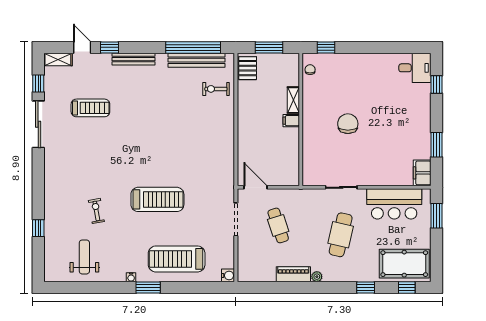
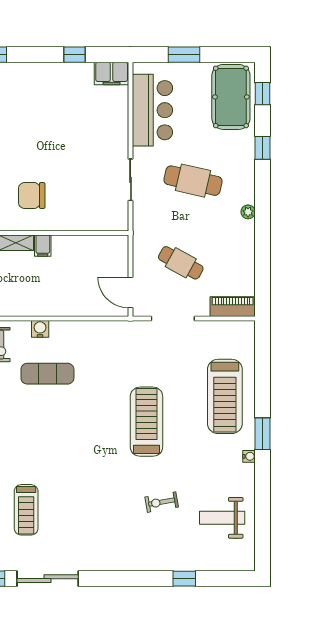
treadmill: (90, 108) -> (26, 510), turned 180
exercise mat: (194, 124) -> (47, 374), added
chair: (348, 124) -> (32, 196), moved
window: (436, 145) -> (75, 55), width x0.67
door: (256, 187) -> (131, 293), hinge flipped
window: (436, 216) -> (184, 55), moved
cafe table: (278, 225) -> (181, 263), turned 47
piano: (293, 274) -> (233, 307), moved, turned 90
water cooler: (228, 275) -> (40, 329), moved

